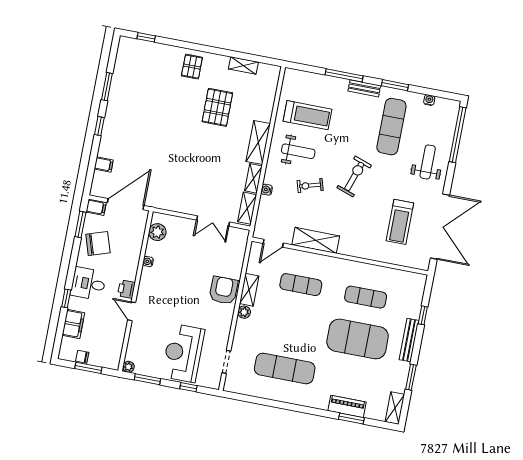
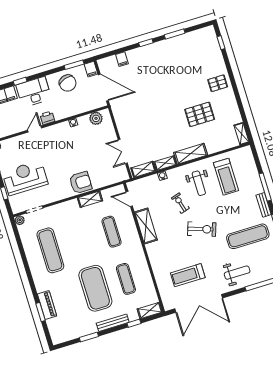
shelving: (243, 65) -> (242, 134), moved
desk: (88, 284) -> (34, 92), width x1.37
plant: (244, 312) -> (20, 220), moved
shelving: (395, 408) -> (150, 311), moved

